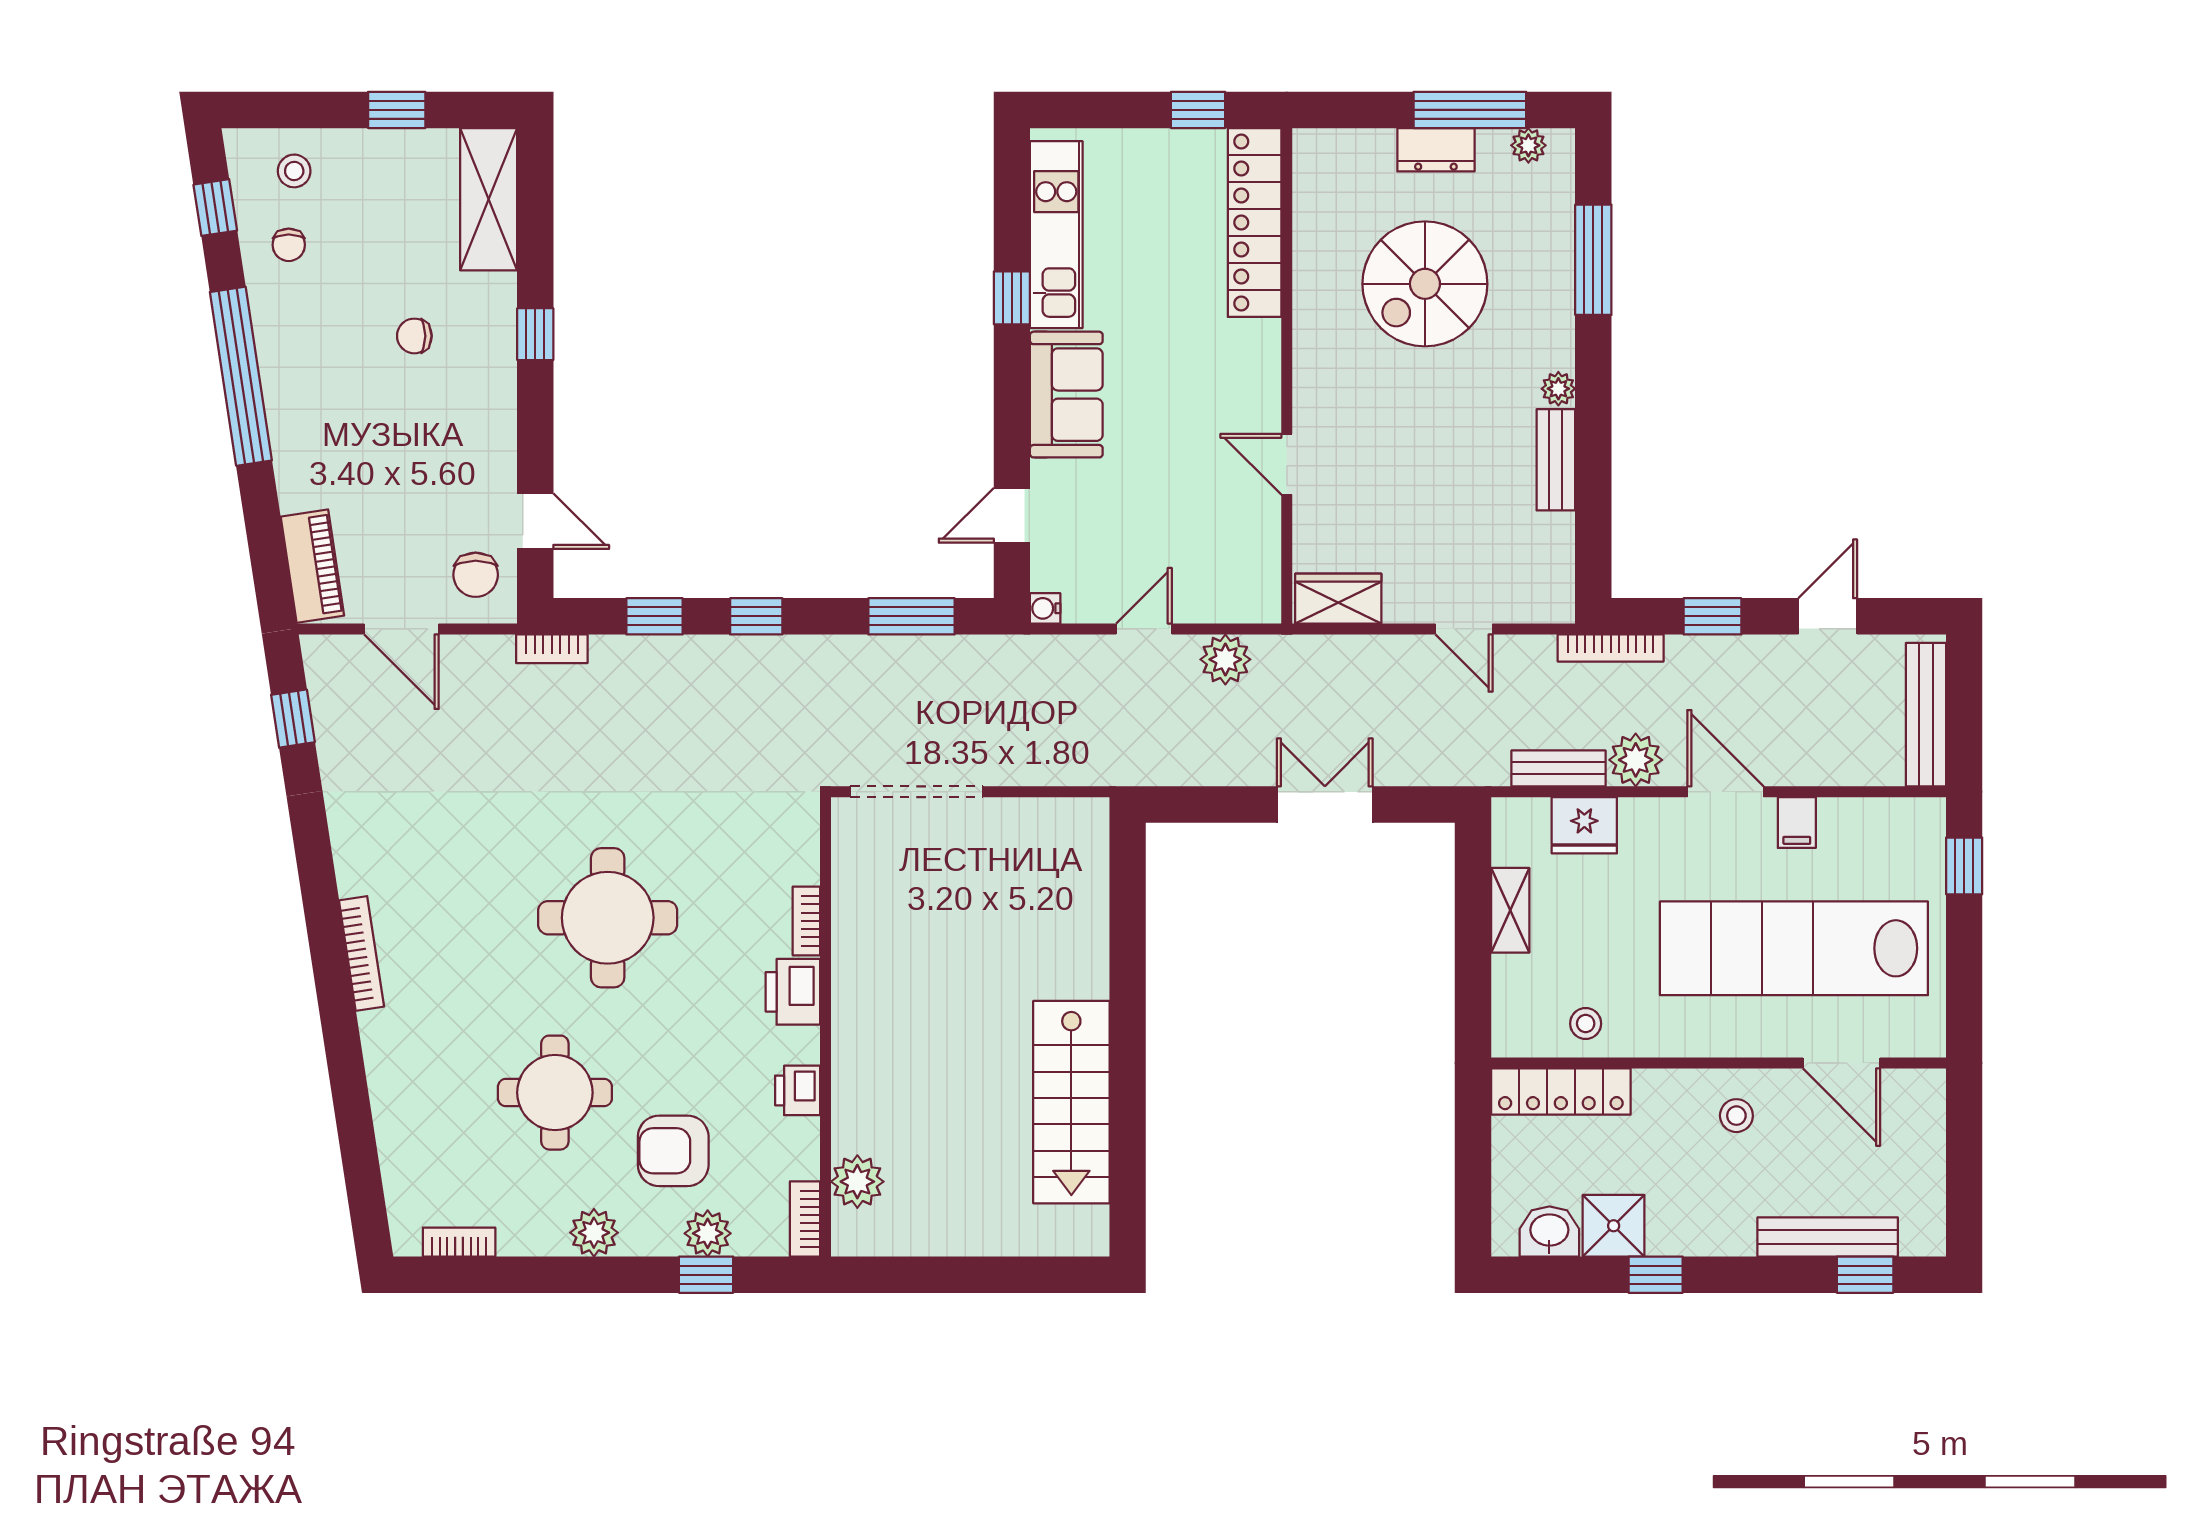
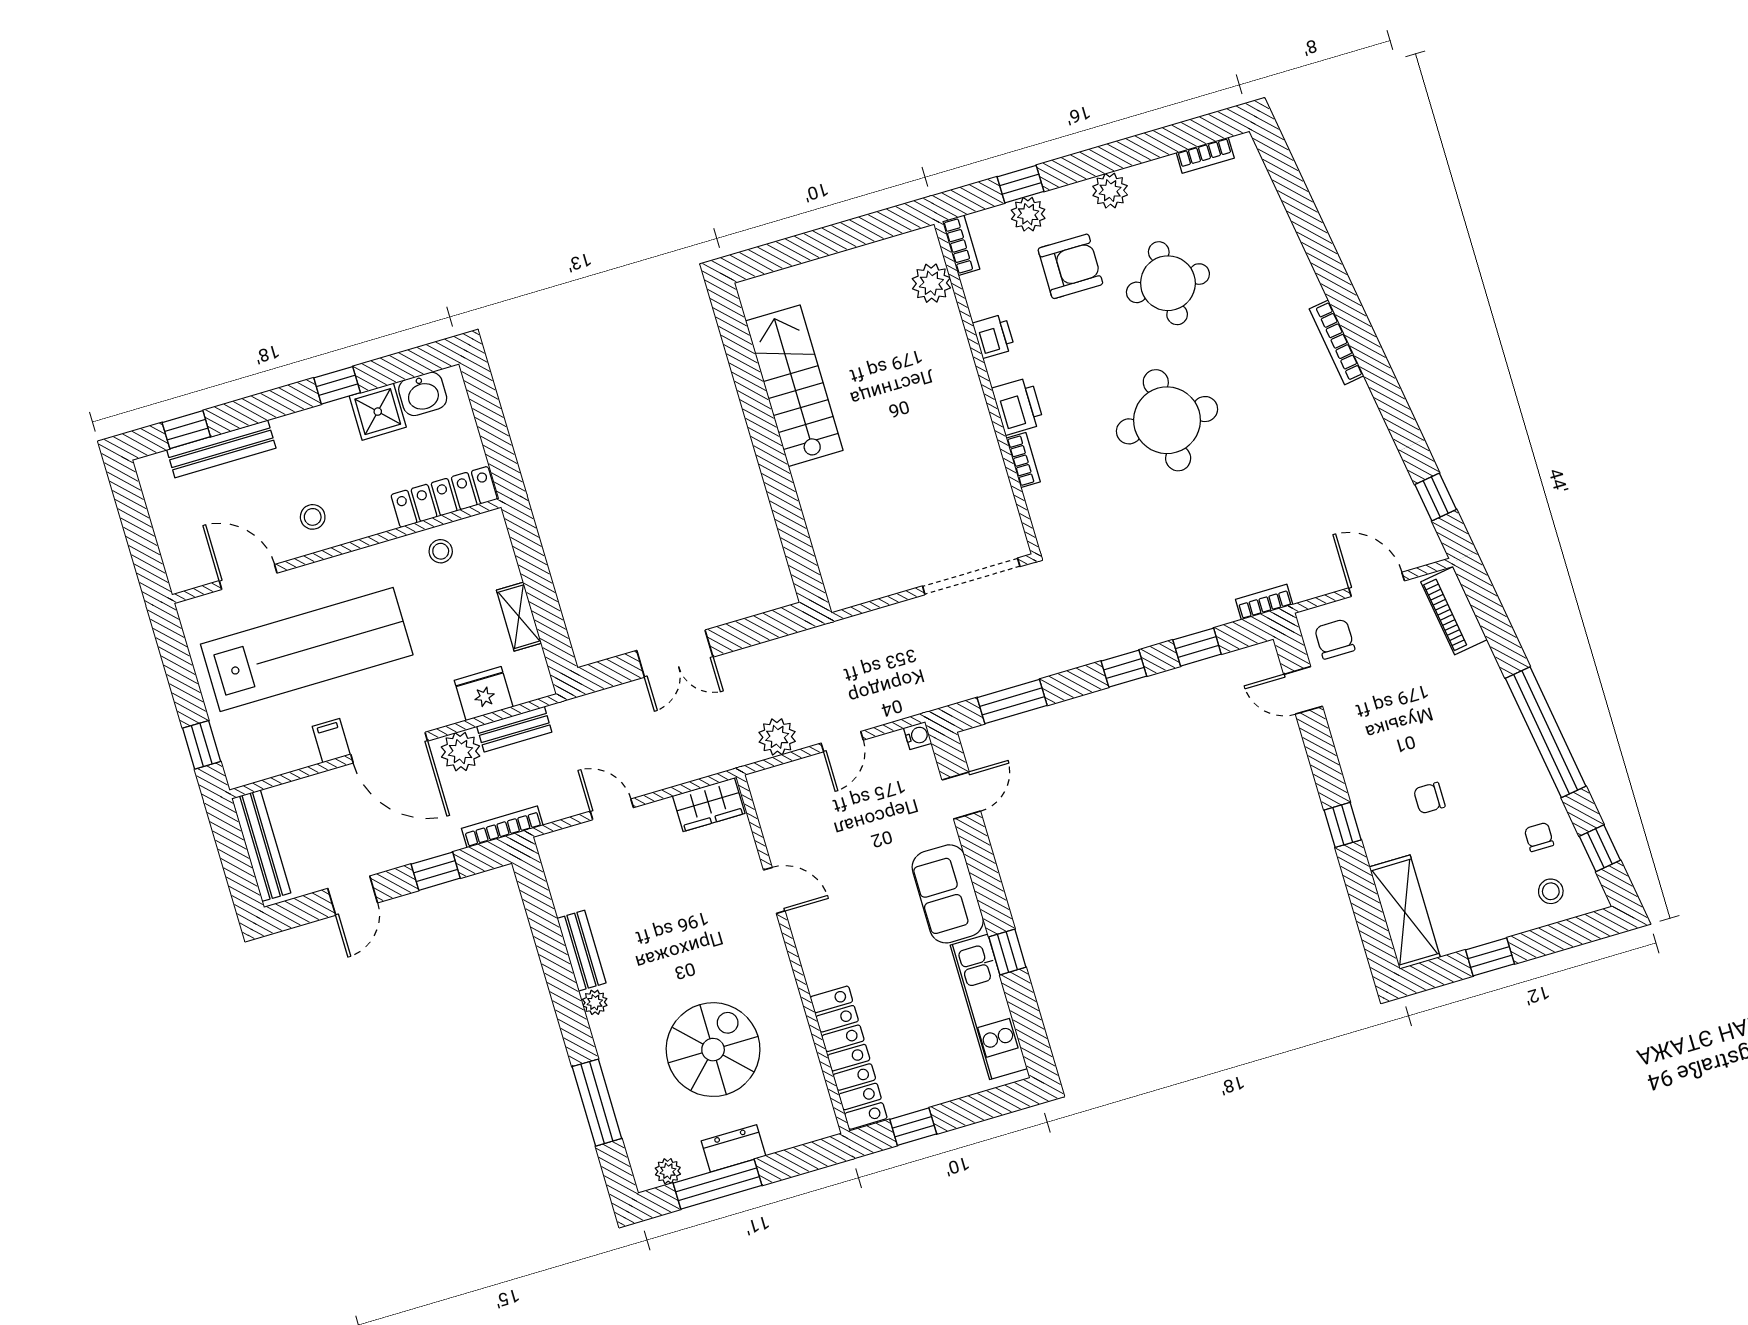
chair: (414, 336) -> (1429, 798), turned 180
door: (1725, 792) -> (389, 748), width x1.36

